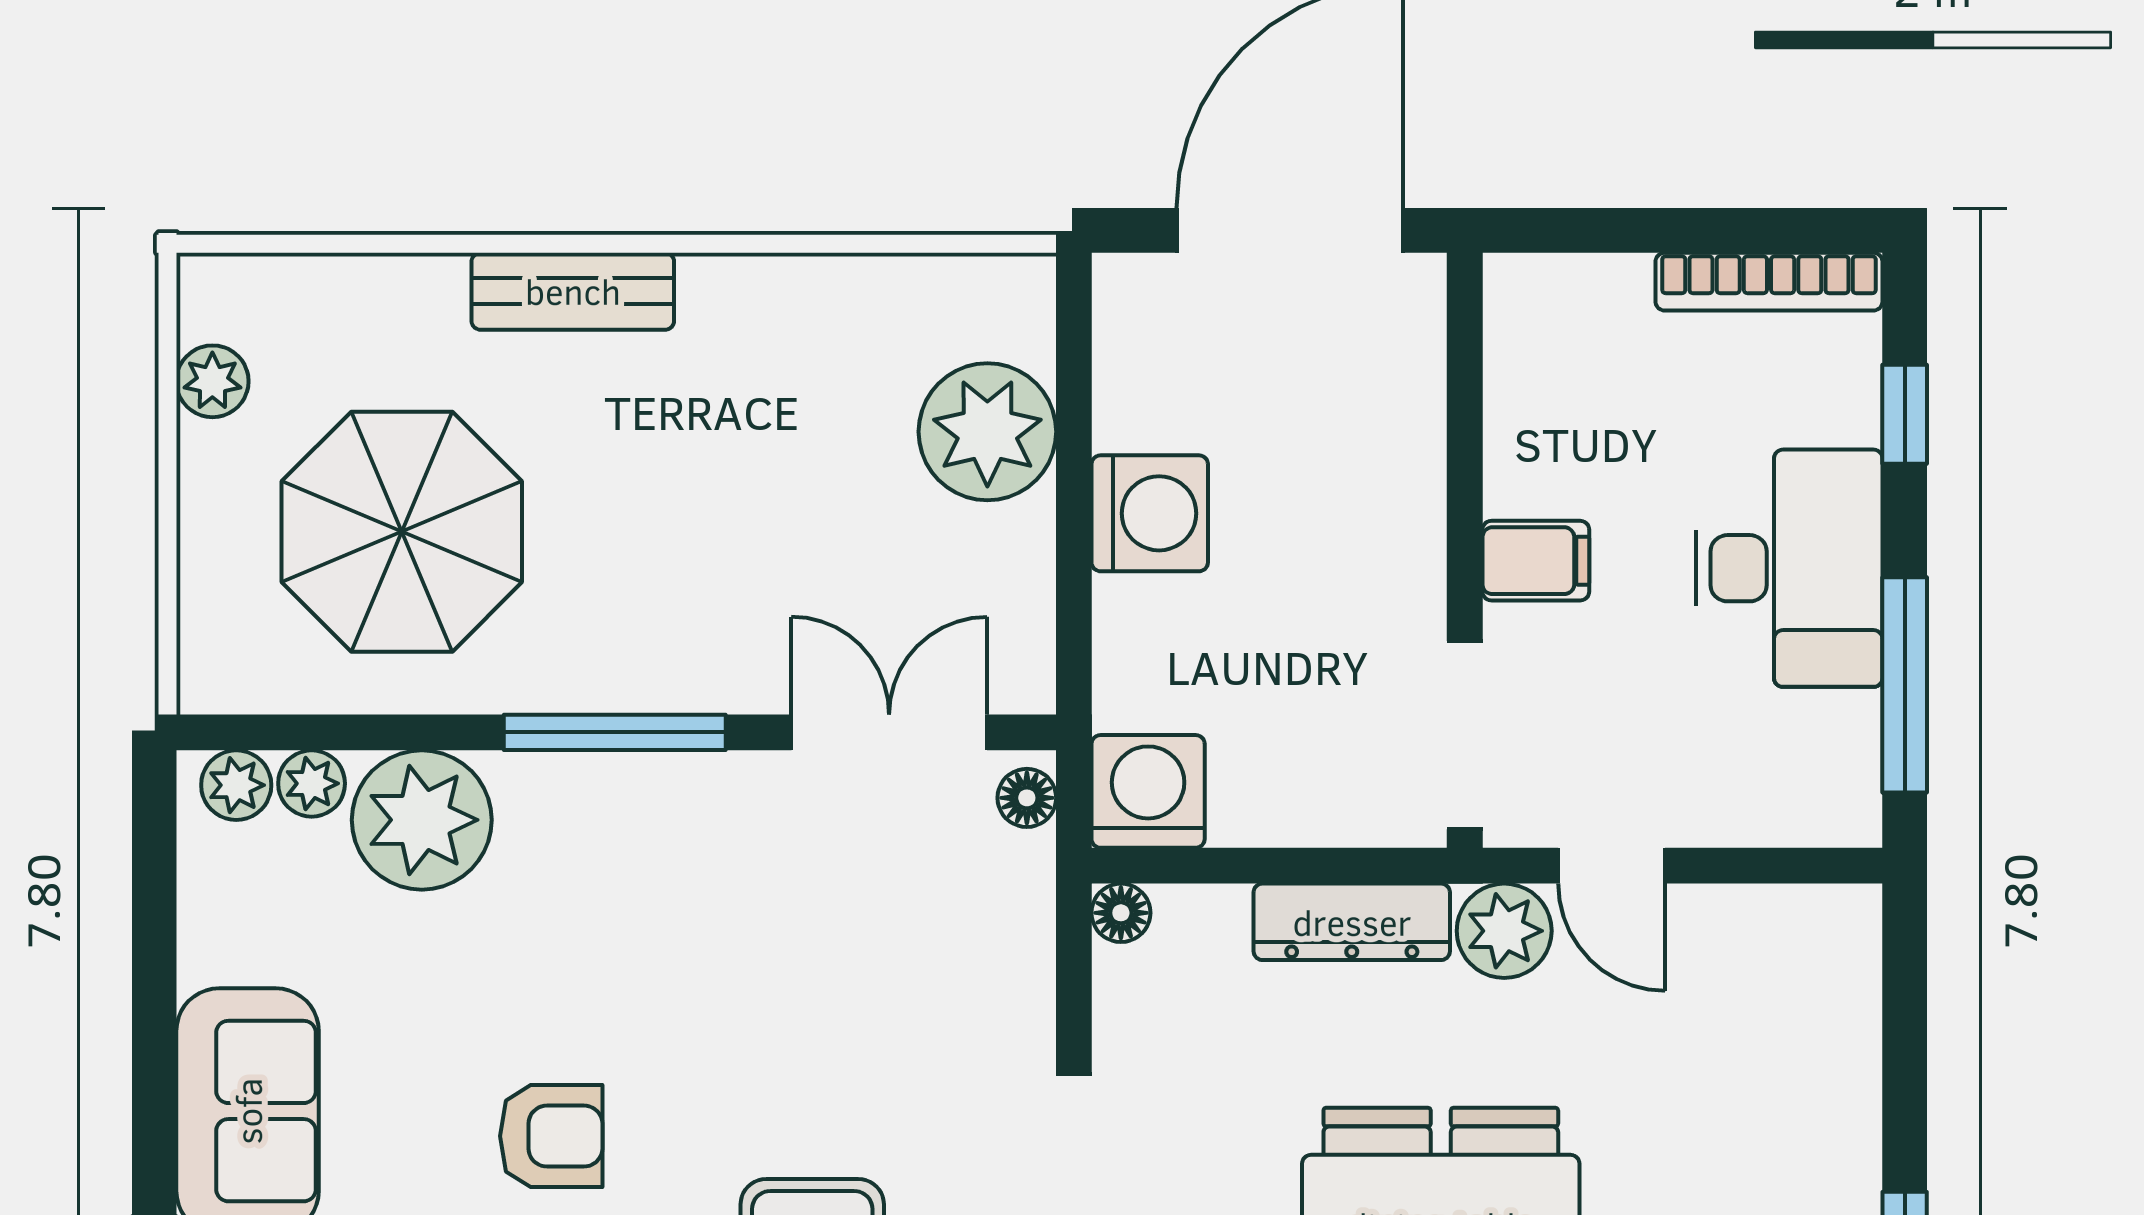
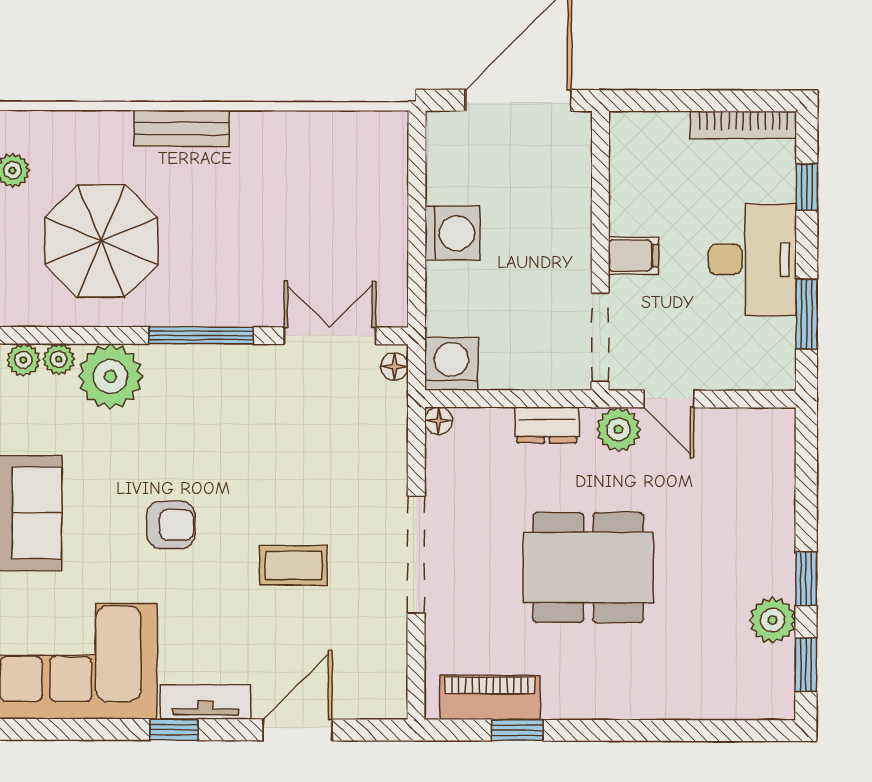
plant: (987, 432) -> (376, 195), removed
window: (1905, 685) -> (807, 314), width x0.69
dresser: (1352, 922) -> (547, 425), width x0.70

